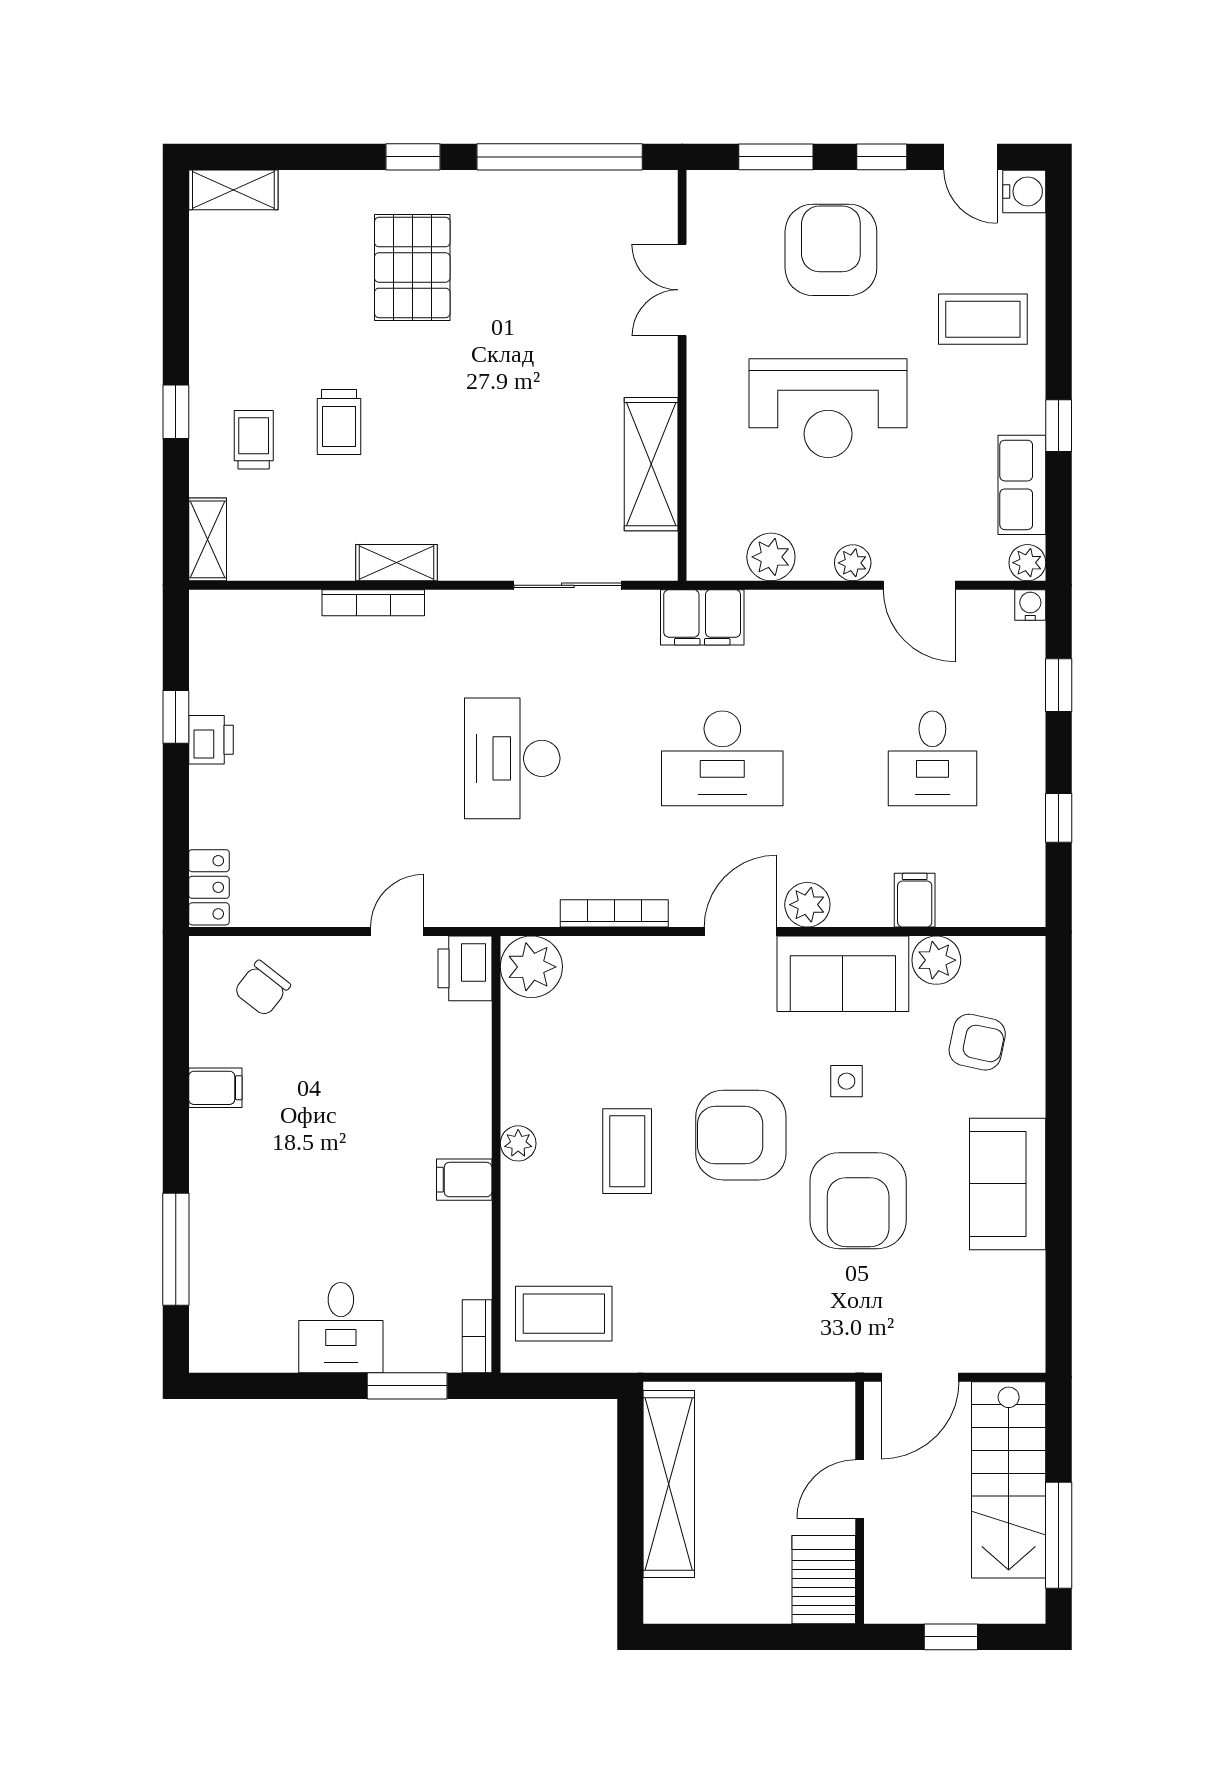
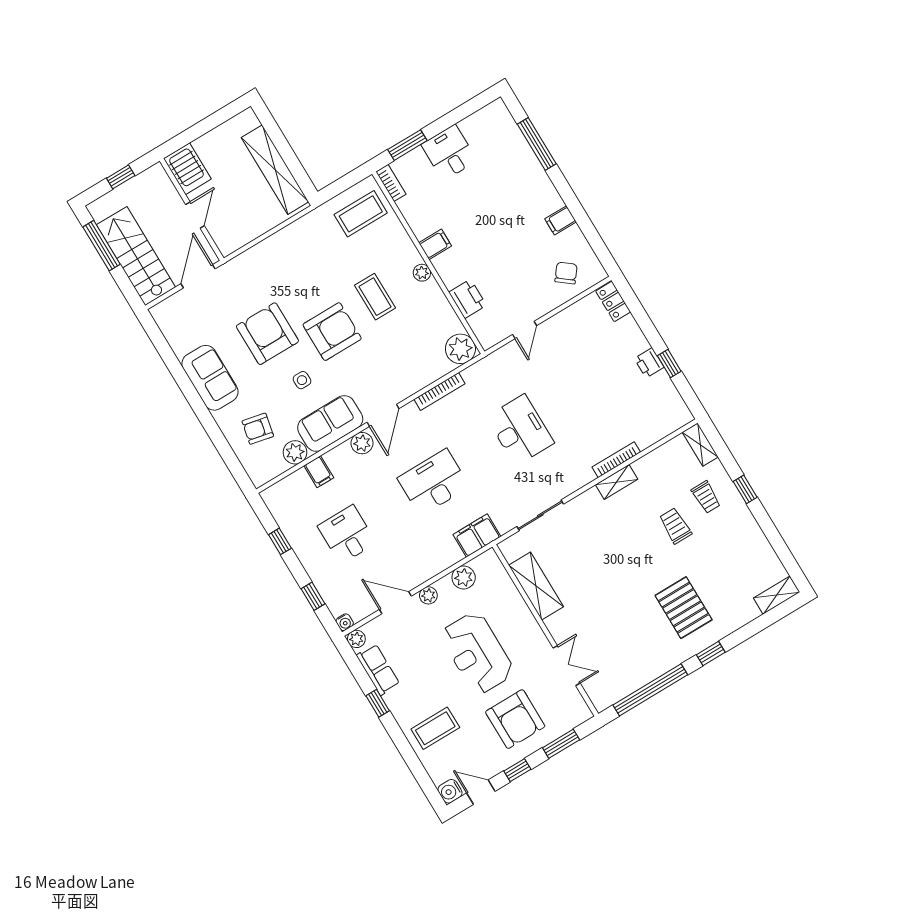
reception desk: (828, 408) -> (477, 653), turned -90
printer: (465, 968) -> (468, 299), moved

